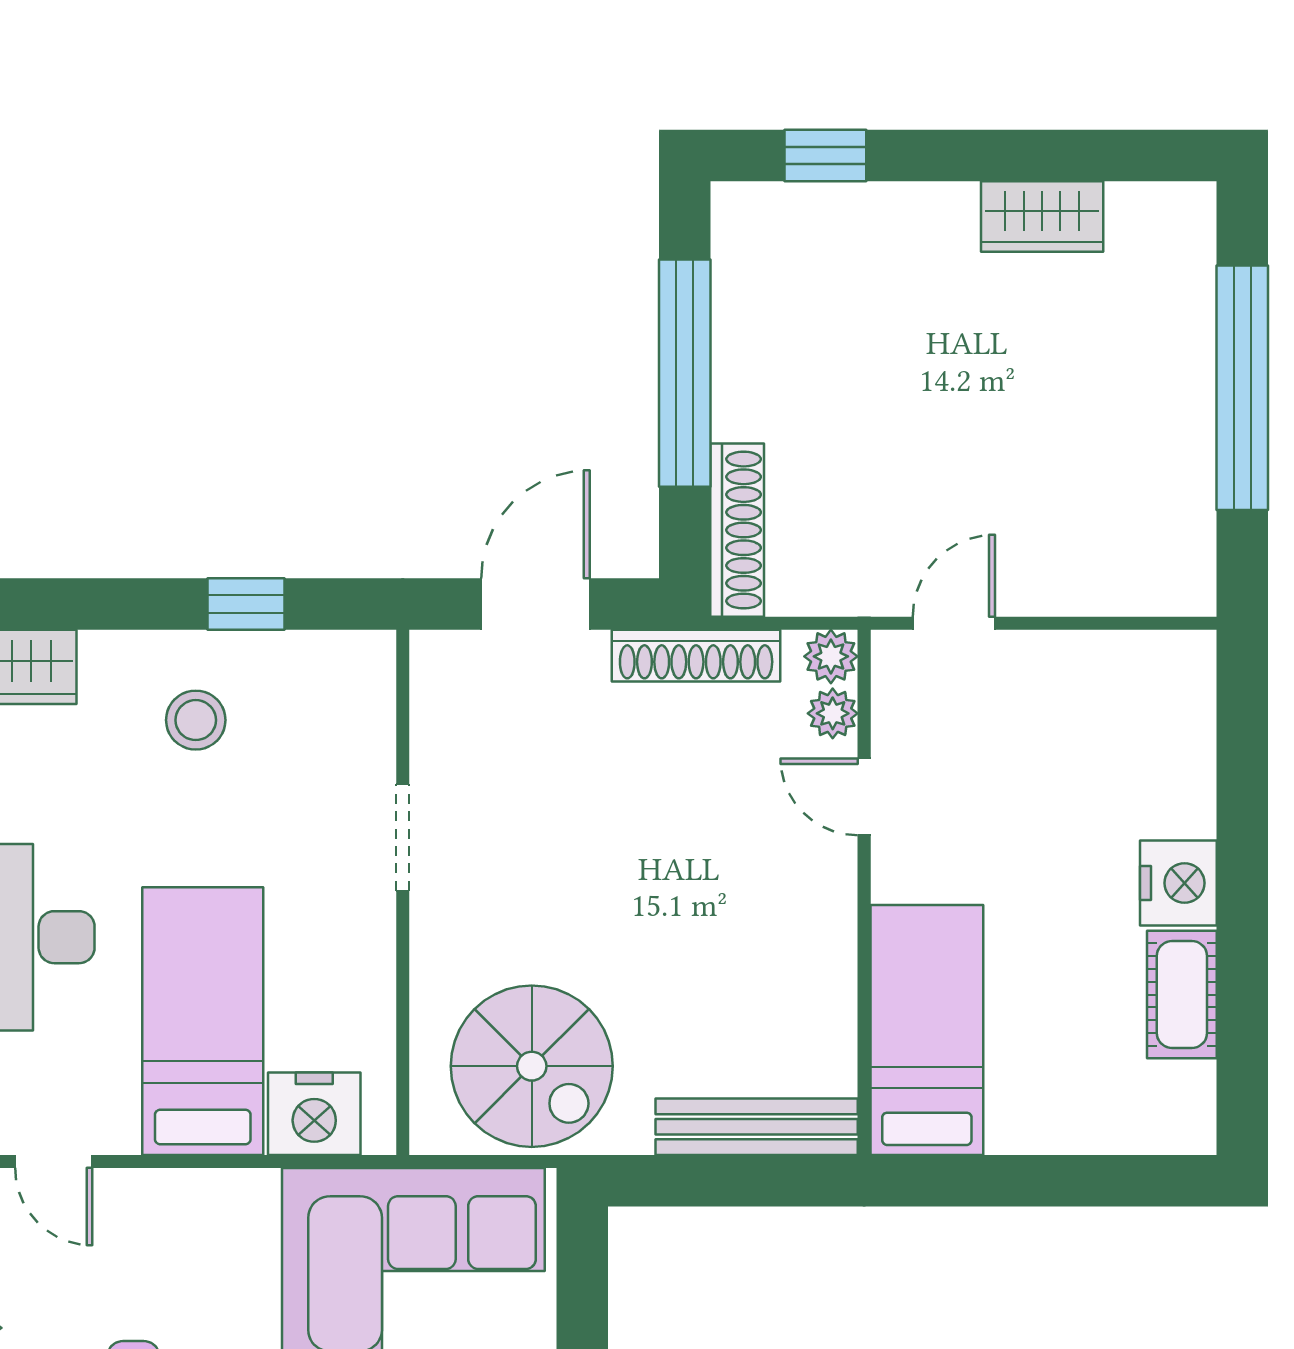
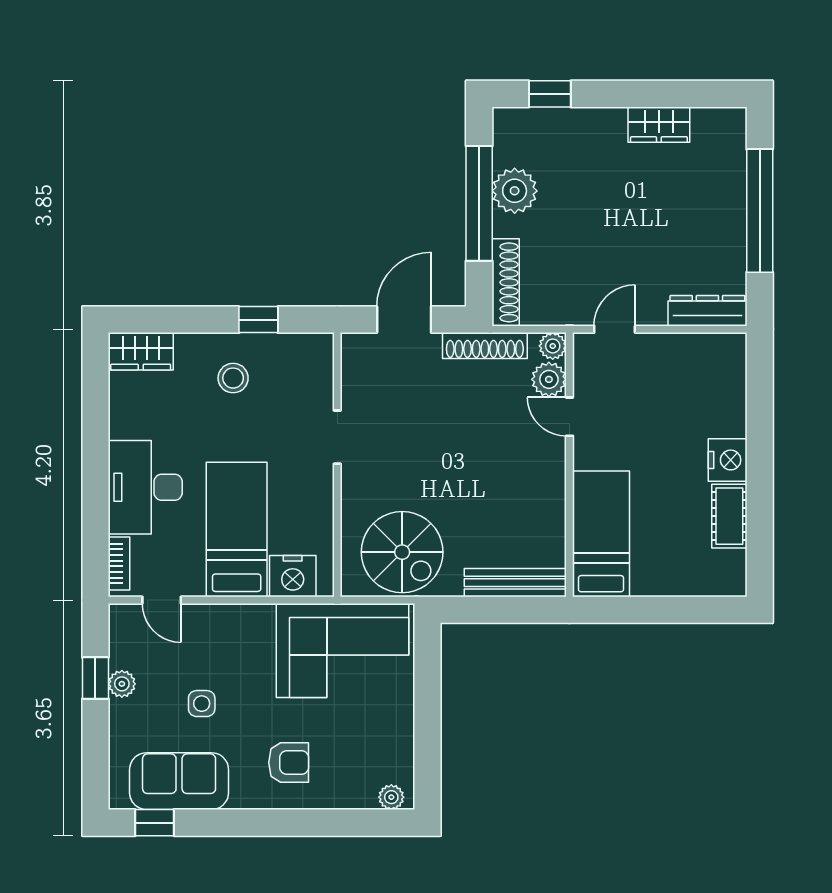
plant: (755, 348) -> (515, 191), added
dresser: (1138, 586) -> (707, 311), added
plant: (833, 713) -> (549, 379), width x1.38, depth x1.38

